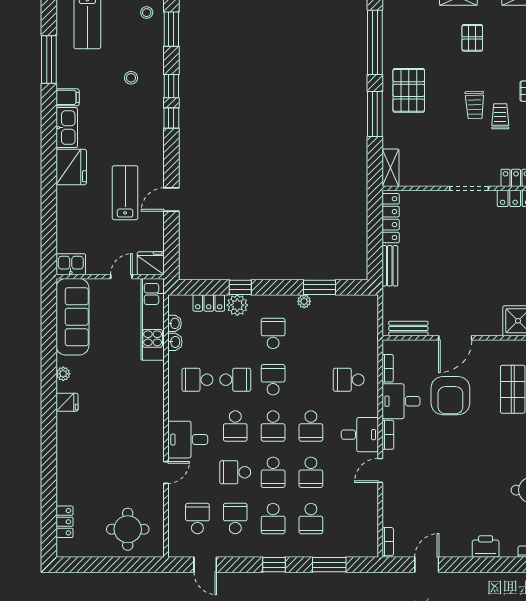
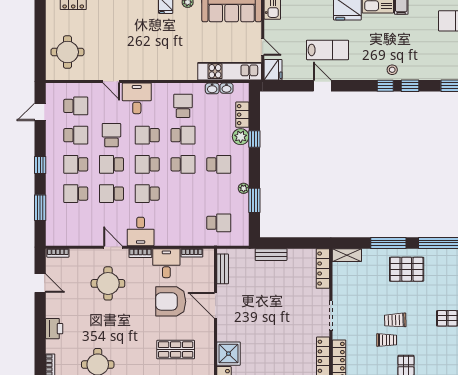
stool: (131, 78) -> (392, 70), moved
locker: (391, 218) -> (323, 269), moved, turned 90
school desk: (235, 380) -> (183, 135), turned -90
school desk: (349, 380) -> (219, 223), moved, turned 90
round table: (427, 477) -> (108, 283), added

